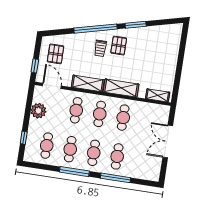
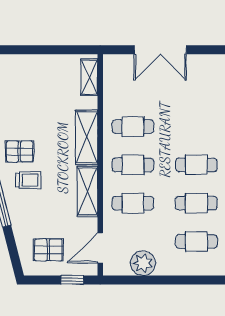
window: (24, 138) -> (190, 280), removed
cafe table: (117, 156) -> (196, 127), removed

